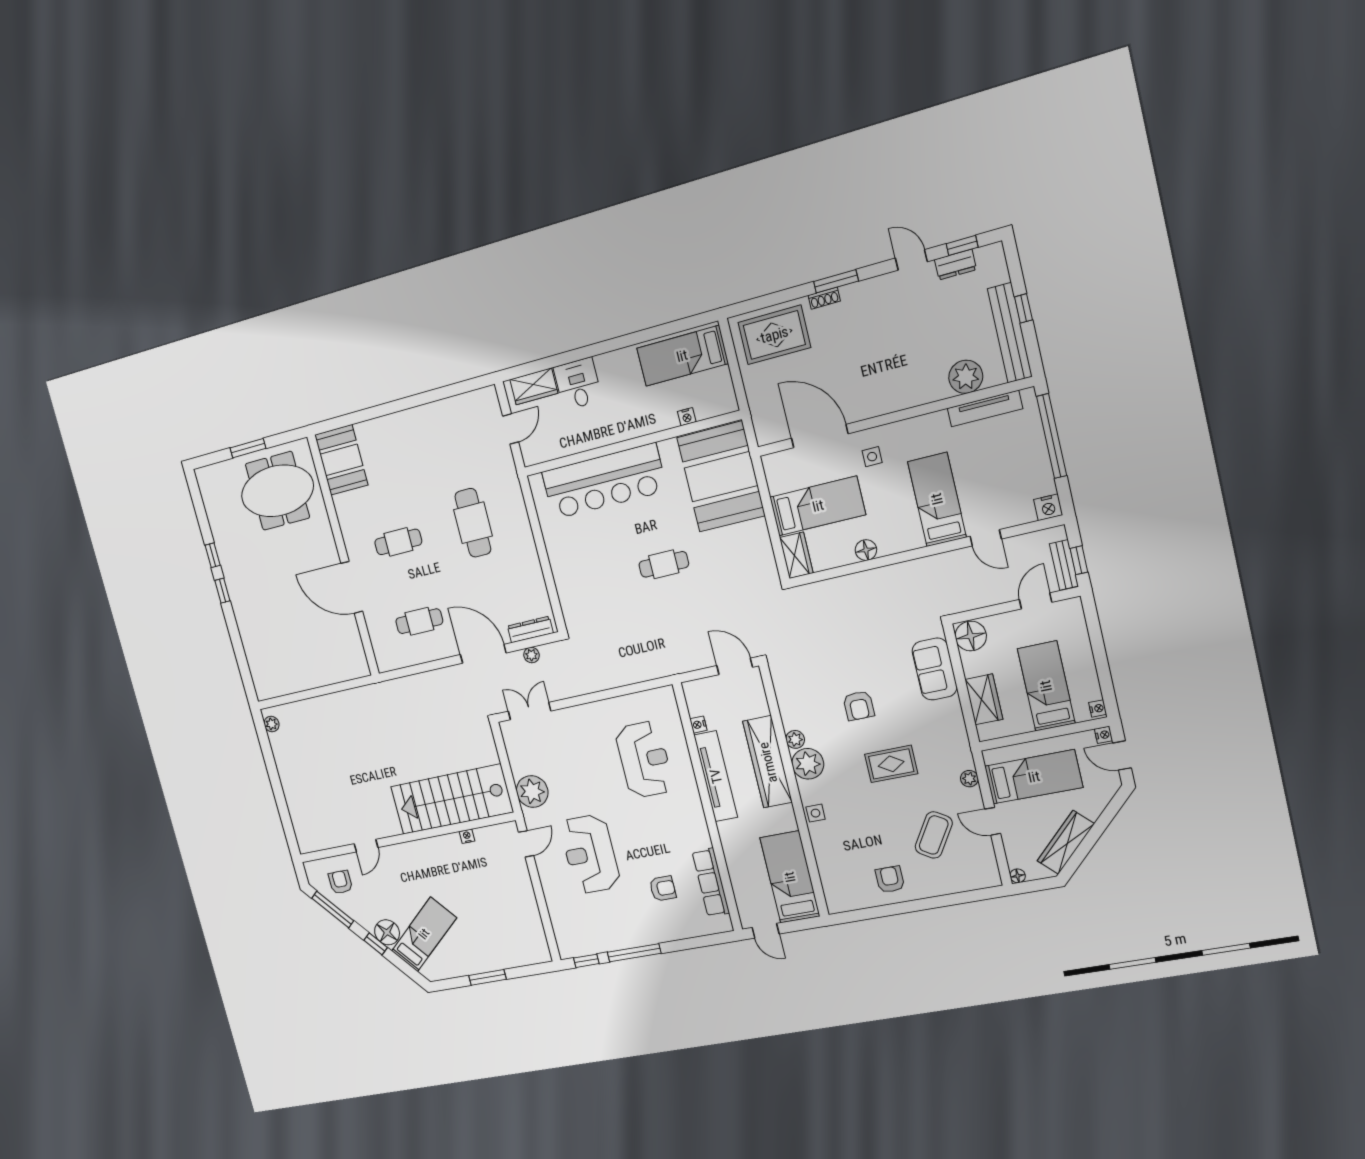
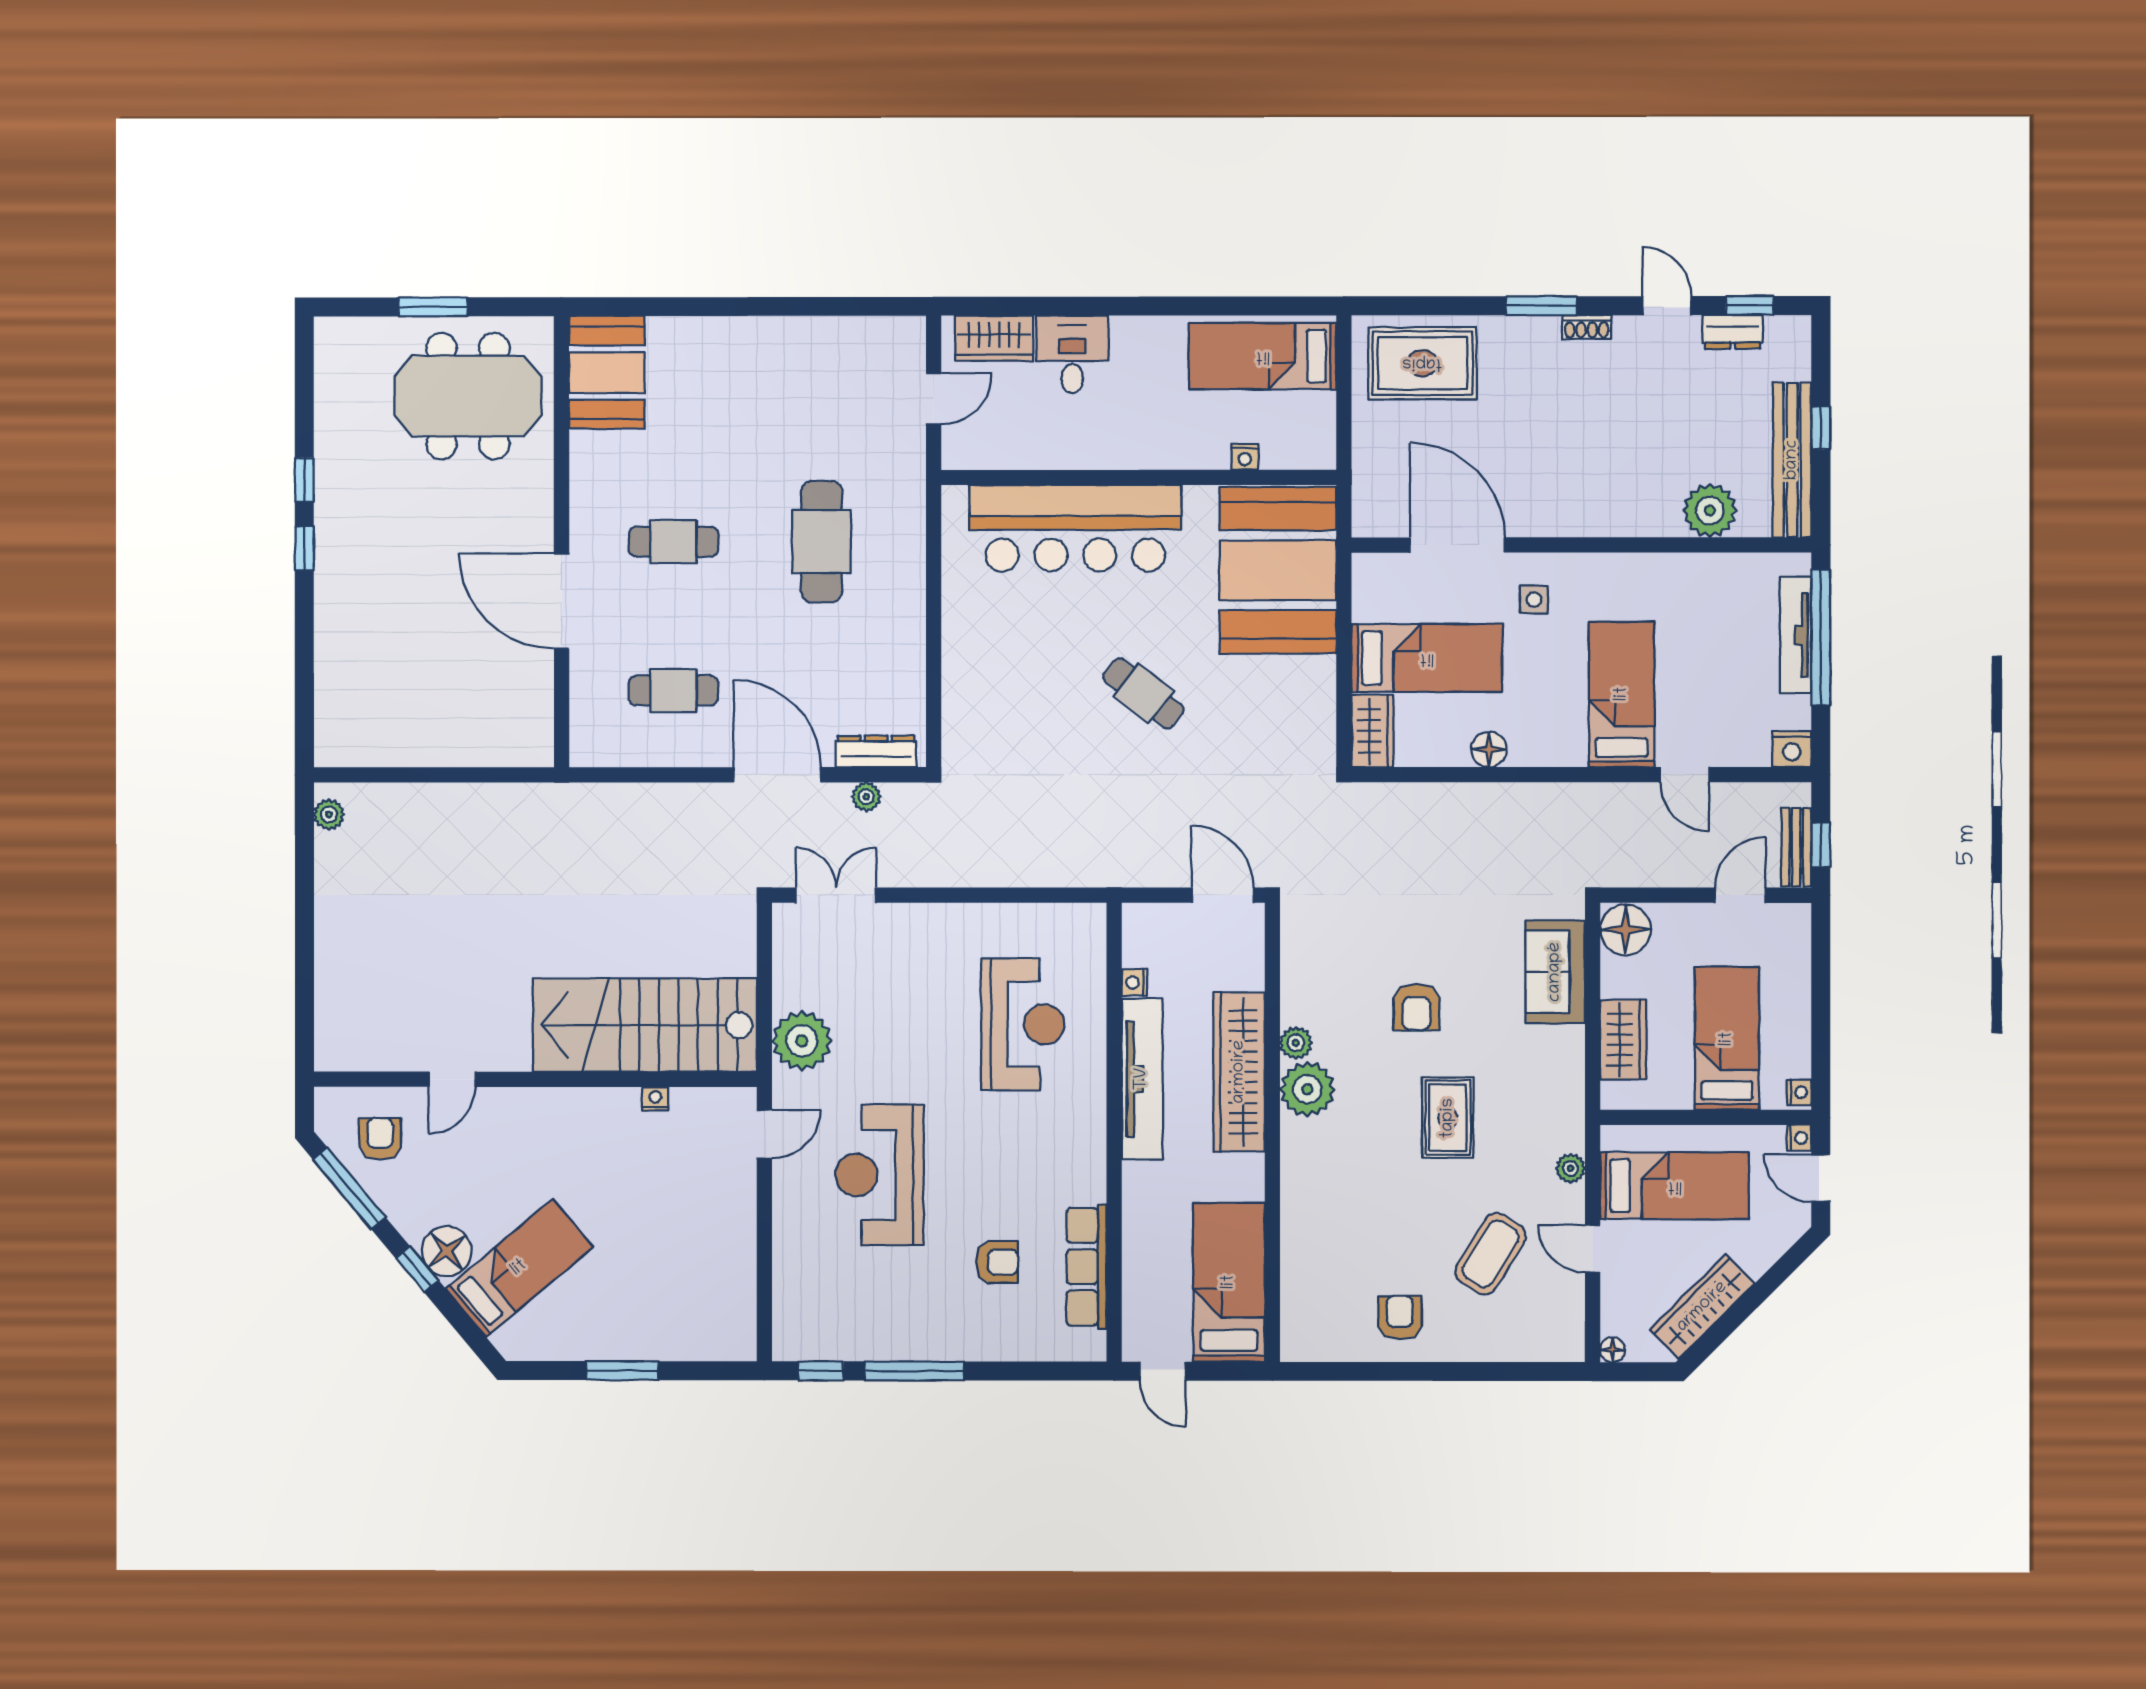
shoe rack: (824, 298) -> (1587, 327), moved
tv unit: (985, 408) -> (1796, 635), moved, turned 90
cafe table: (664, 564) -> (1143, 693), turned 38
rug: (891, 764) -> (1448, 1118), turned 90
side table: (816, 813) -> (1300, 1178), removed

